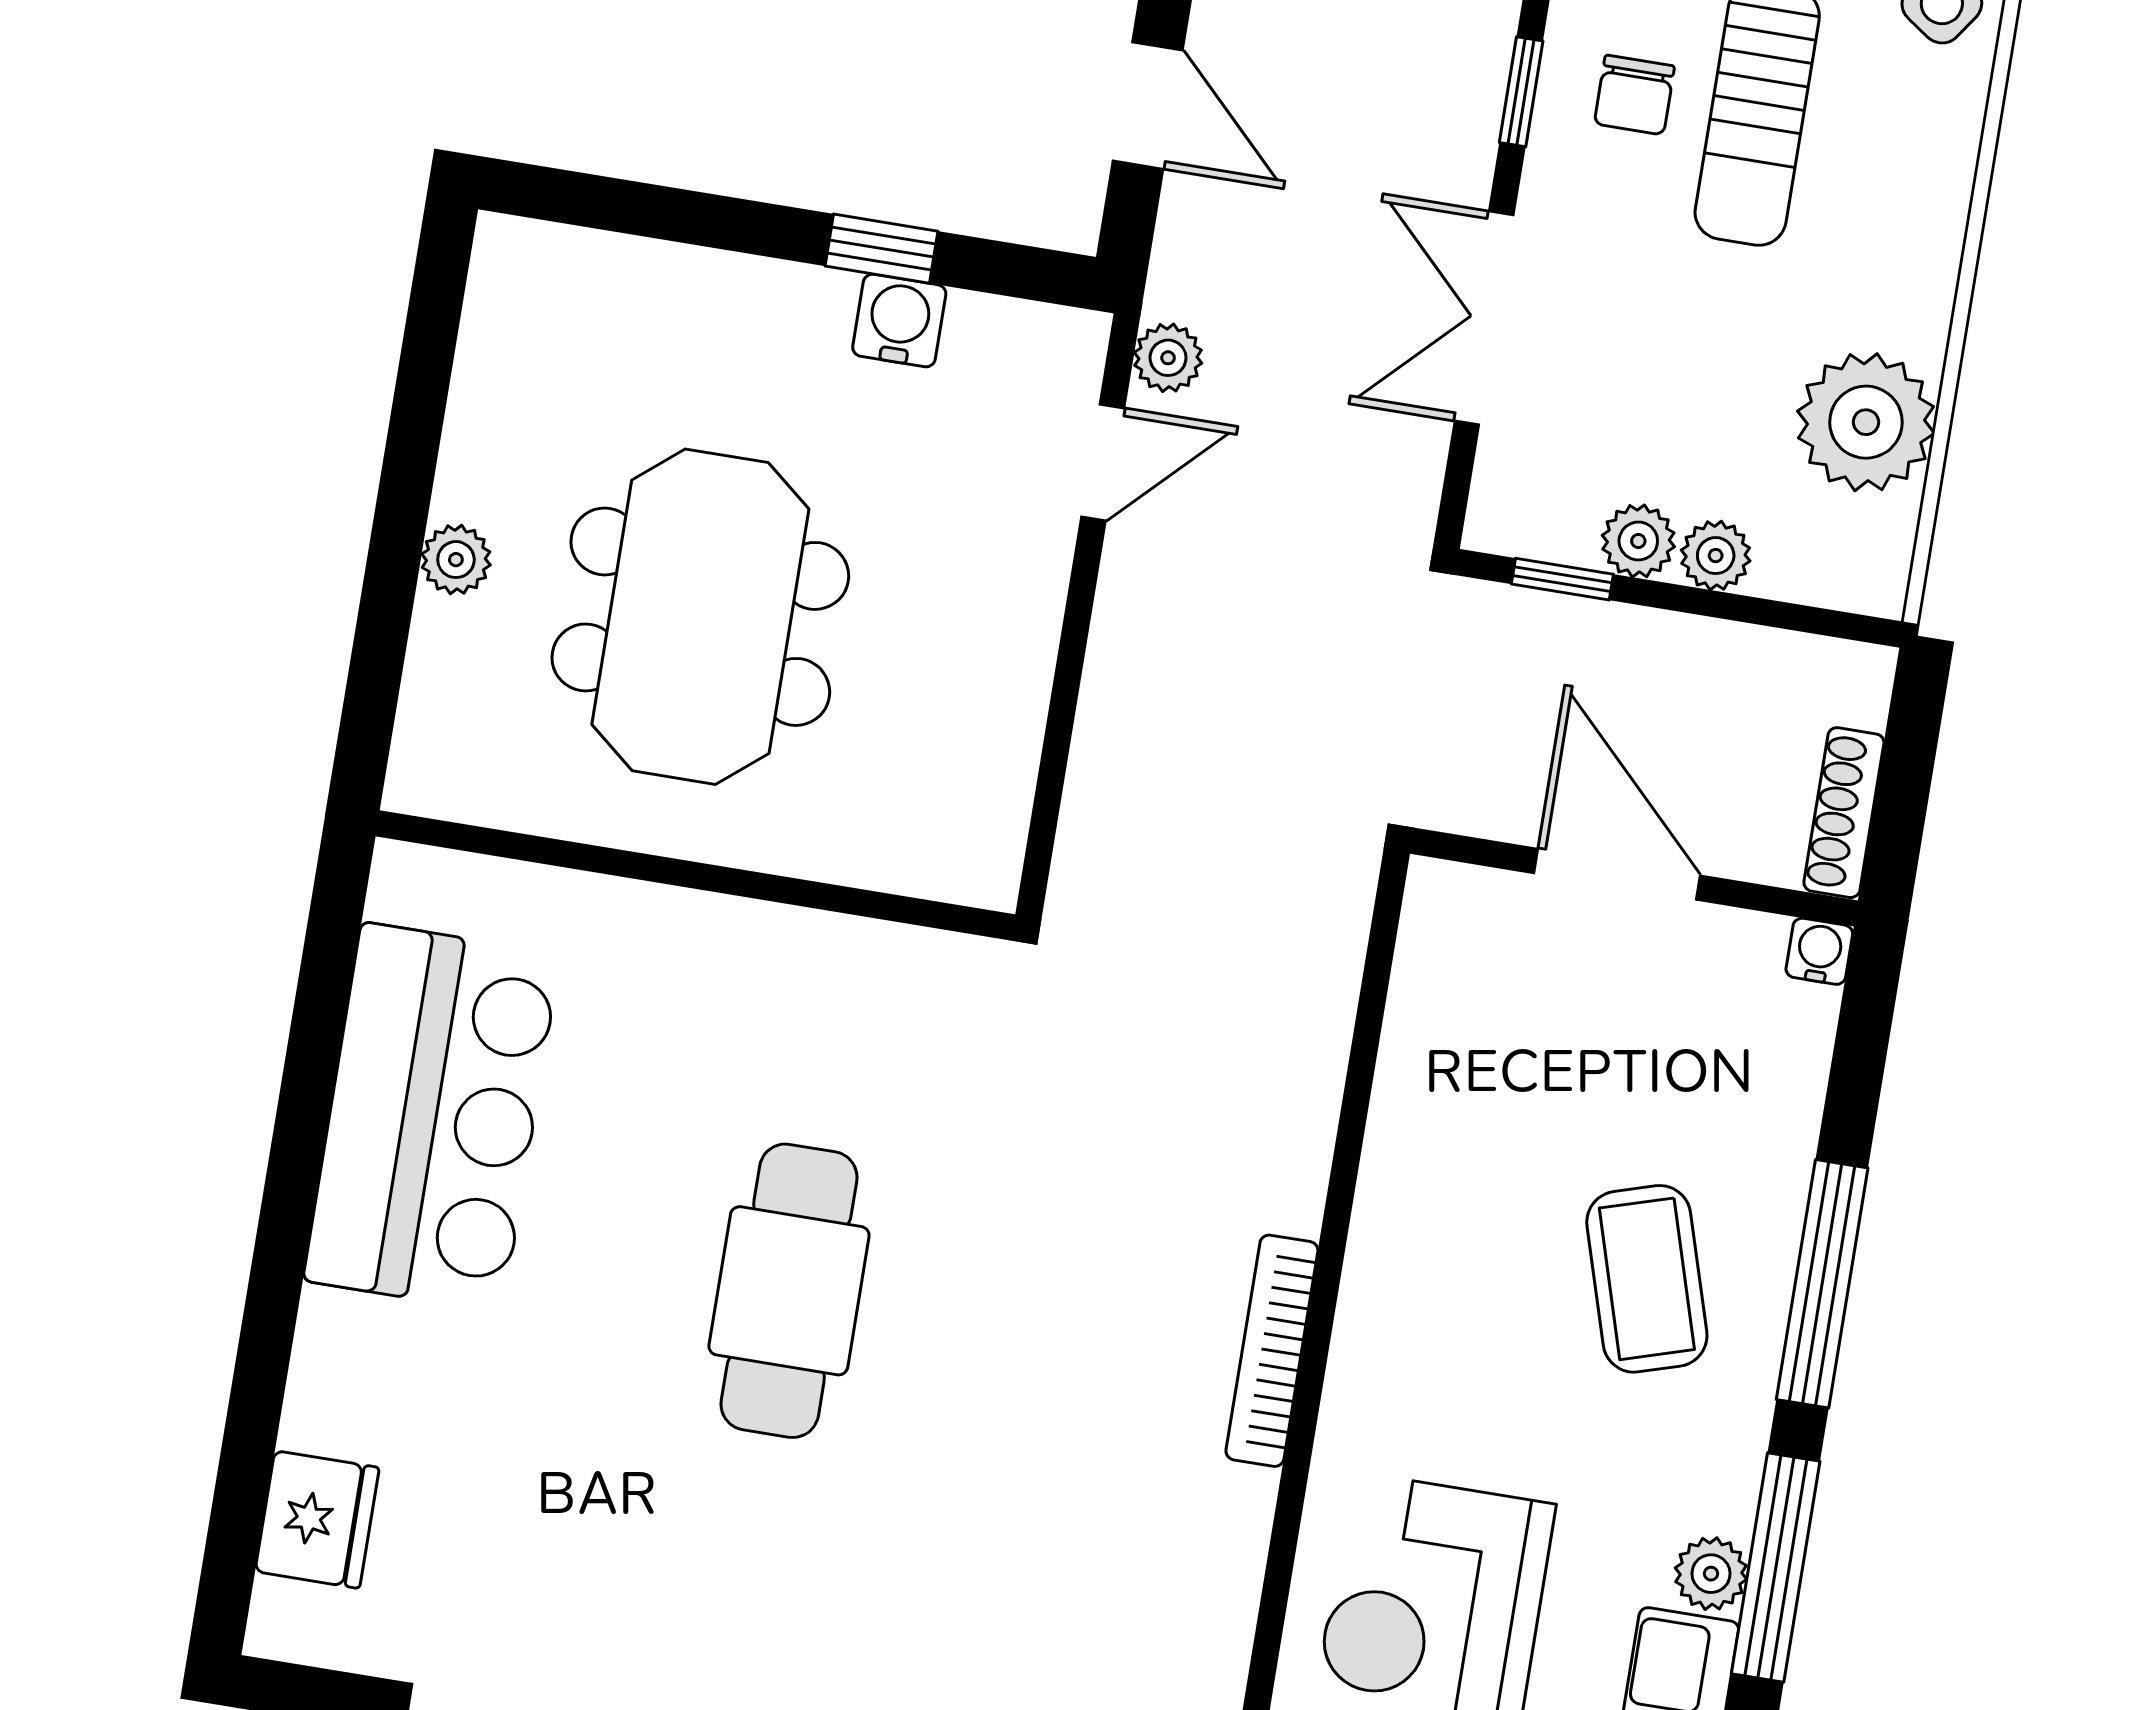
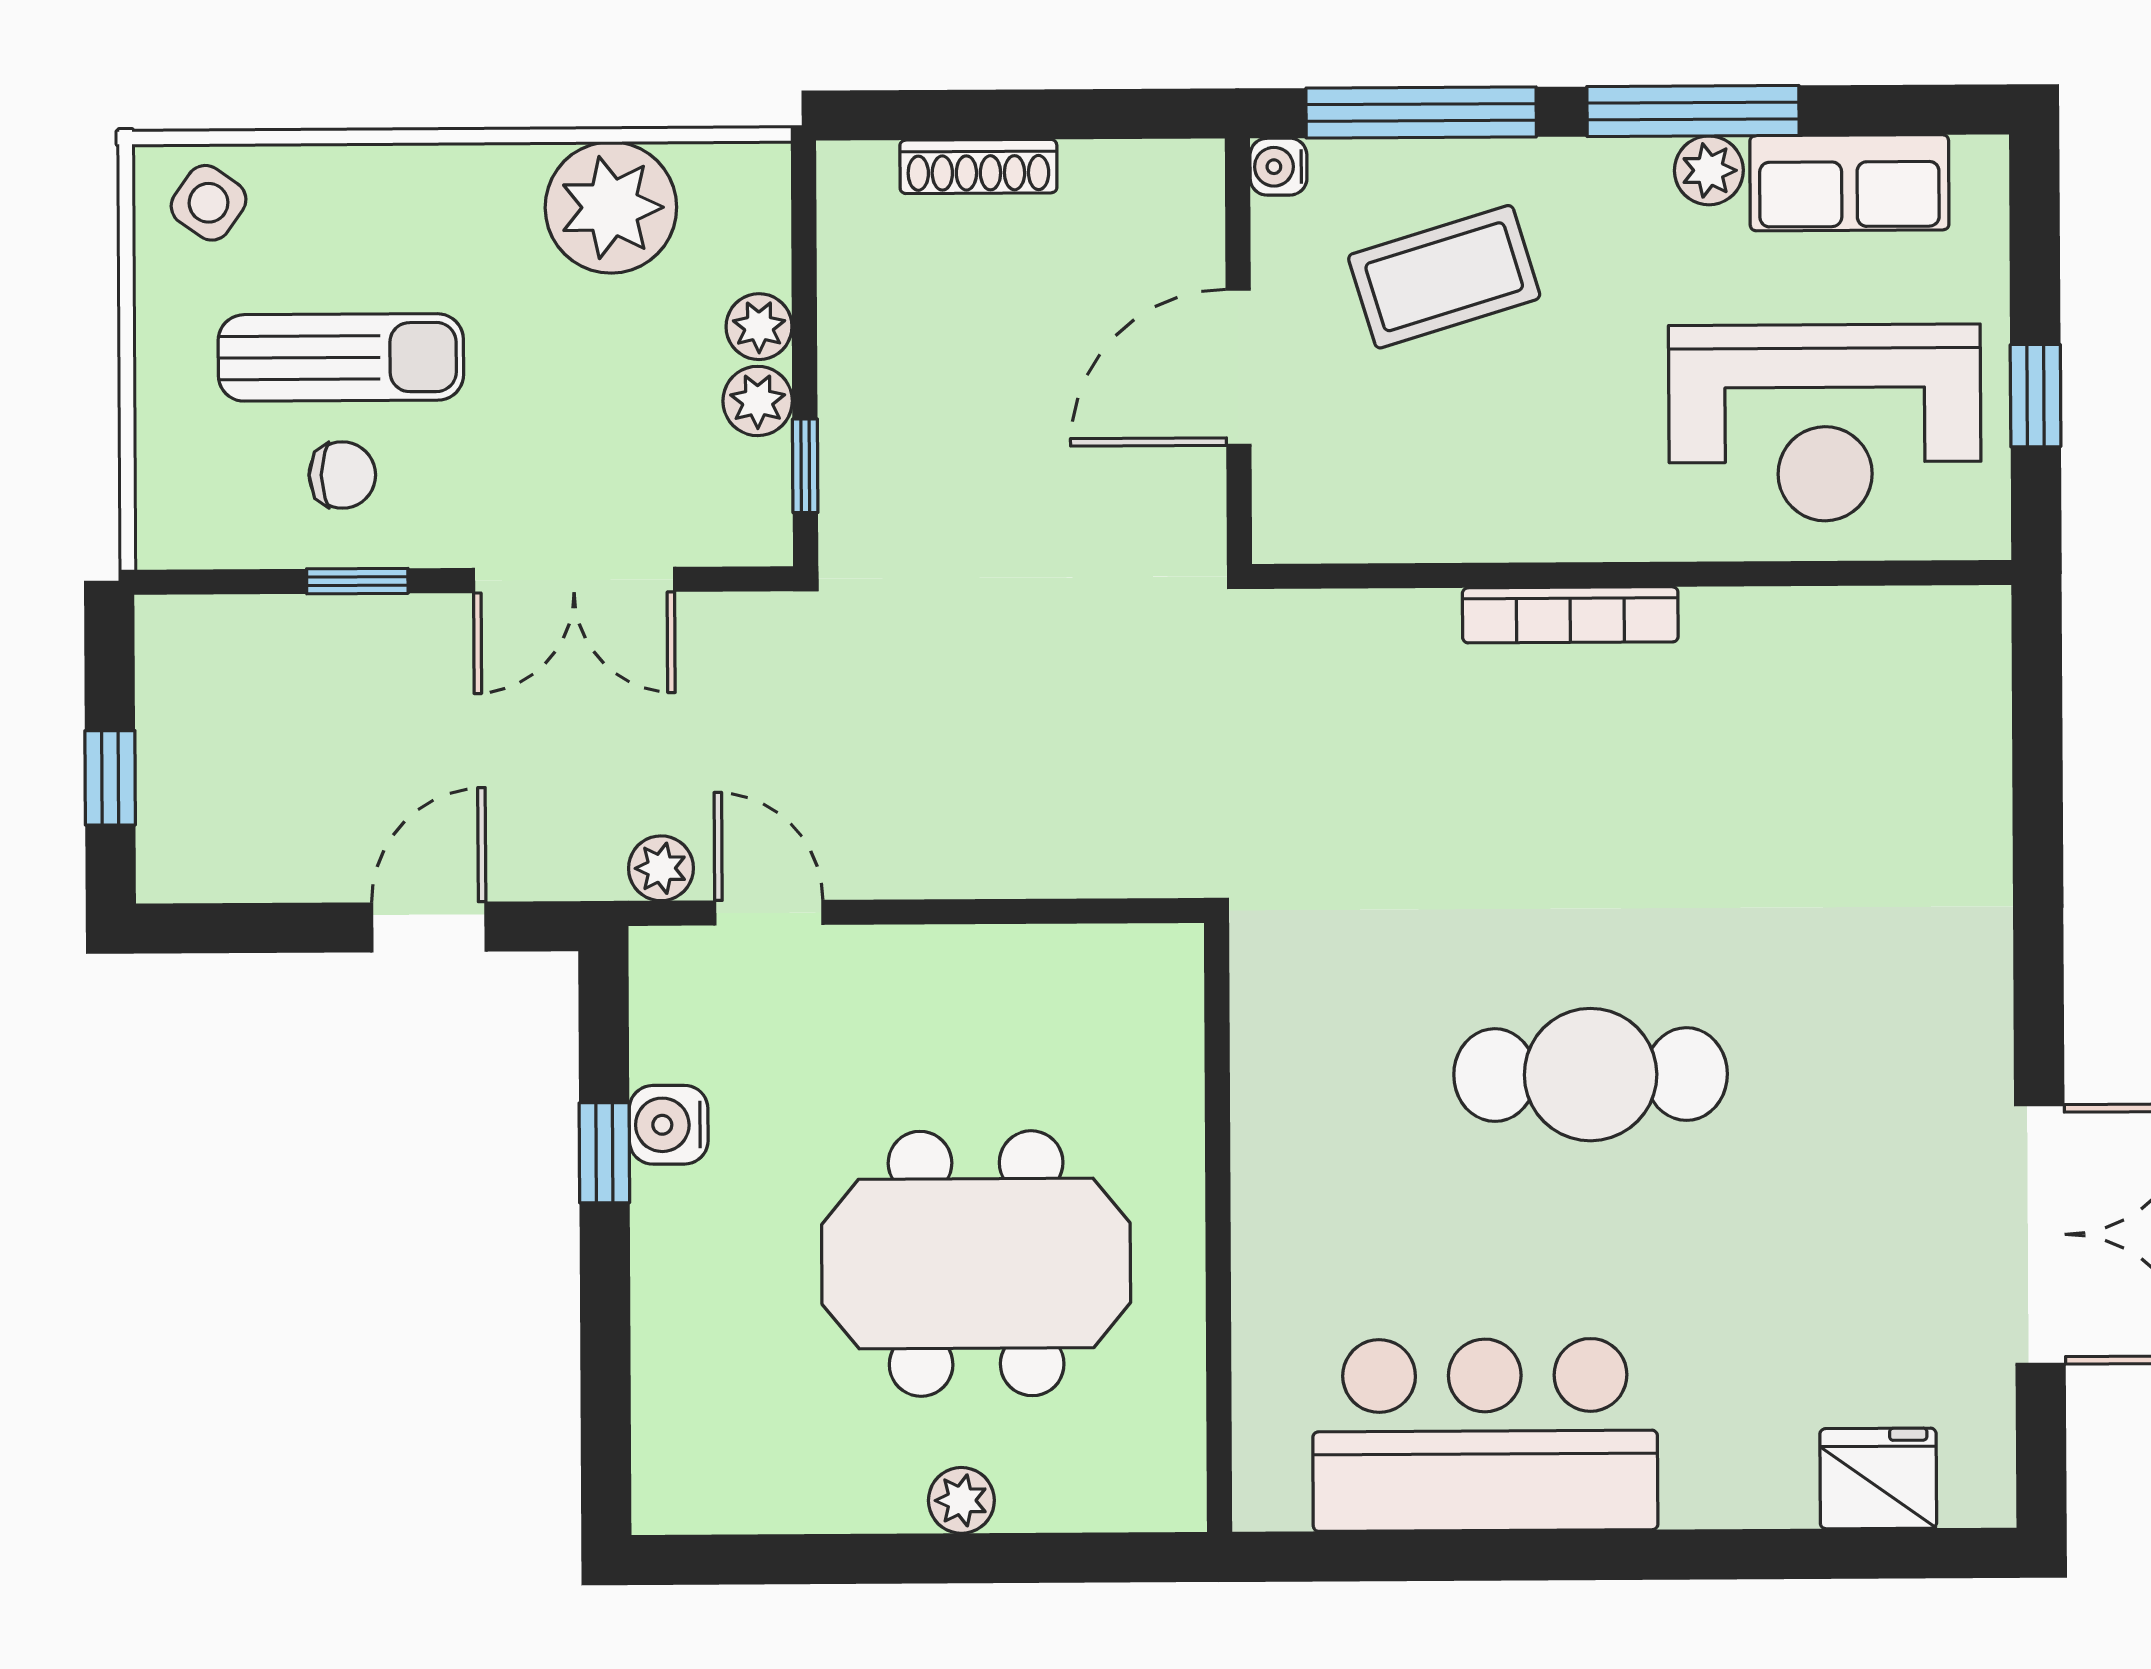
door: (1617, 874) -> (1239, 367), moved
wall: (1634, 877) -> (1238, 351), moved
water cooler: (1819, 951) -> (1278, 167), moved

